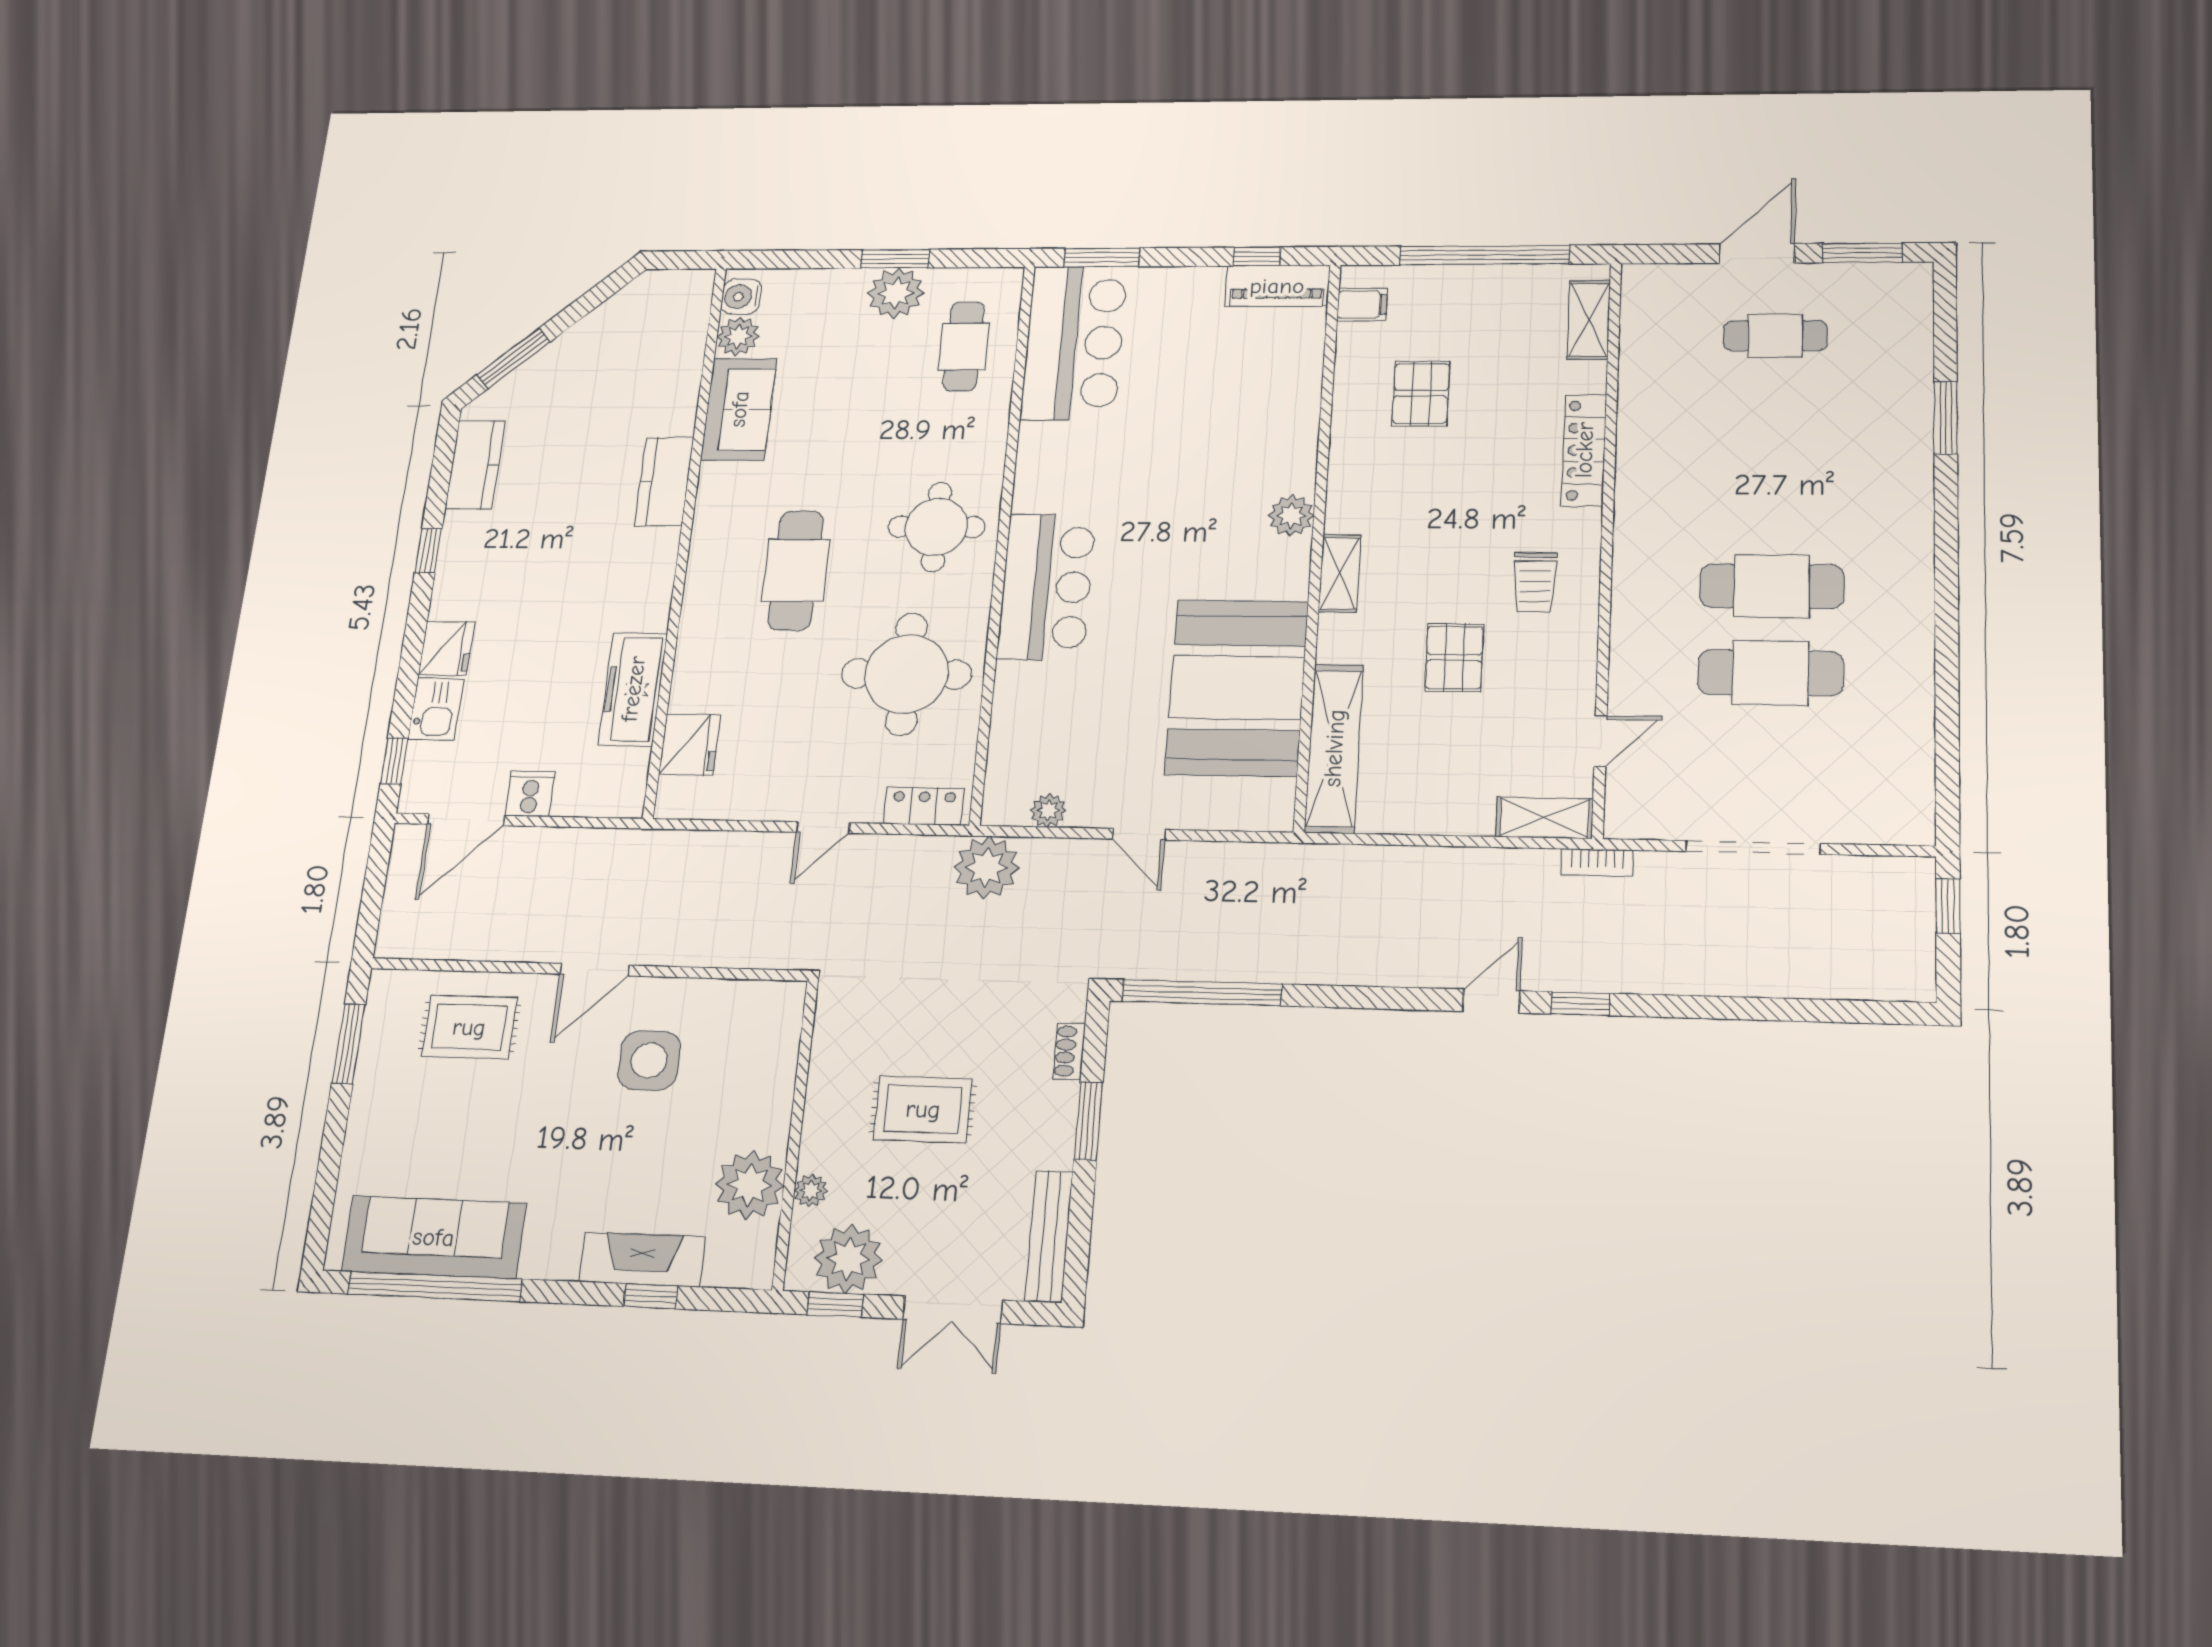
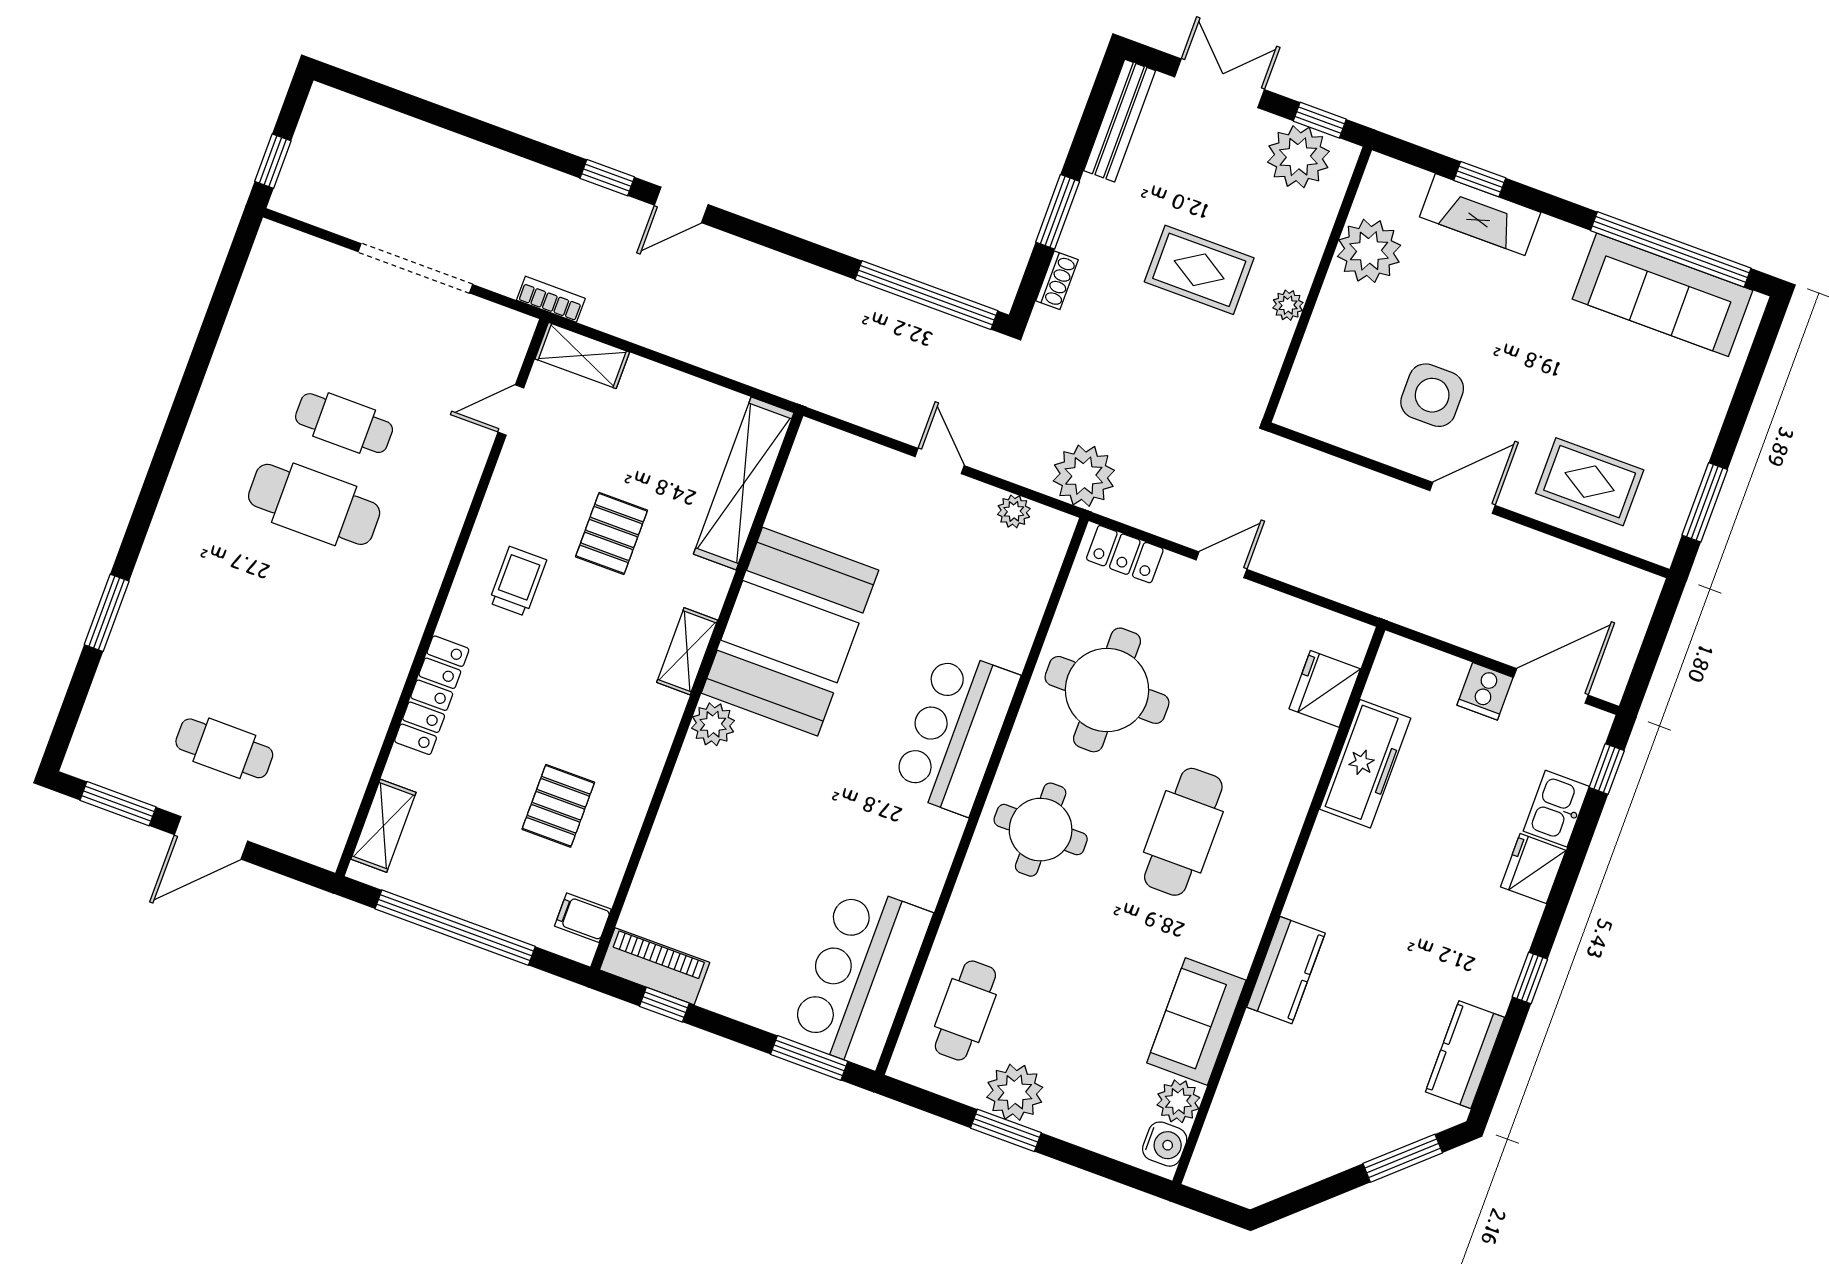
cafe table: (1771, 673) -> (344, 423), width x0.73, depth x0.74
booth: (1237, 688) -> (790, 632), moved
plant: (811, 1191) -> (1288, 305), moved

